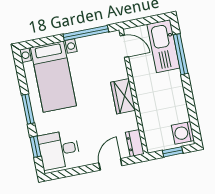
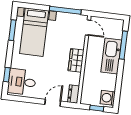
kitchen sink: (163, 46) -> (111, 56), moved
window: (28, 109) -> (12, 30), moved

